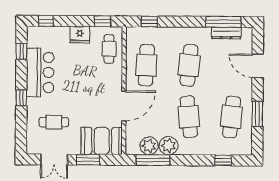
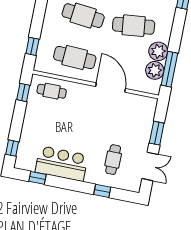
fridge: (80, 35) -> (32, 117), removed
window: (21, 98) -> (102, 191), moved
booth: (102, 141) -> (141, 116), removed

